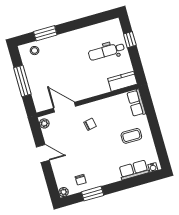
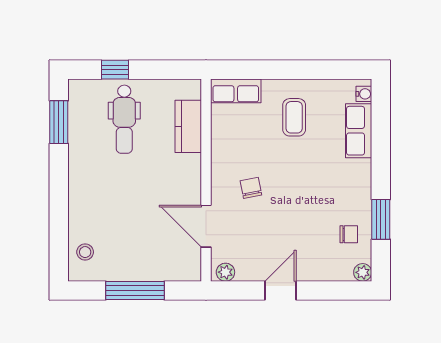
window: (45, 33) -> (59, 122), moved
kitchen counter: (123, 81) -> (188, 126), moved
door: (65, 107) -> (206, 226), hinge flipped

